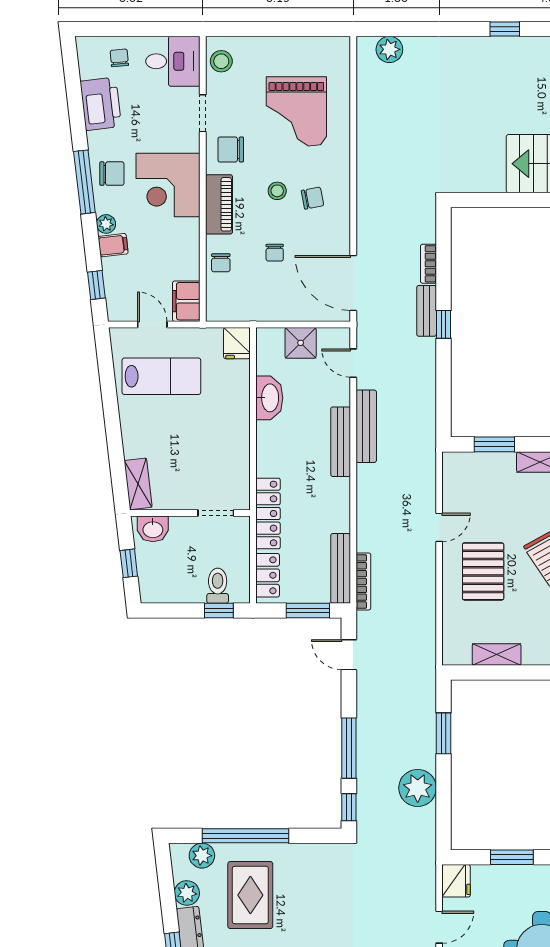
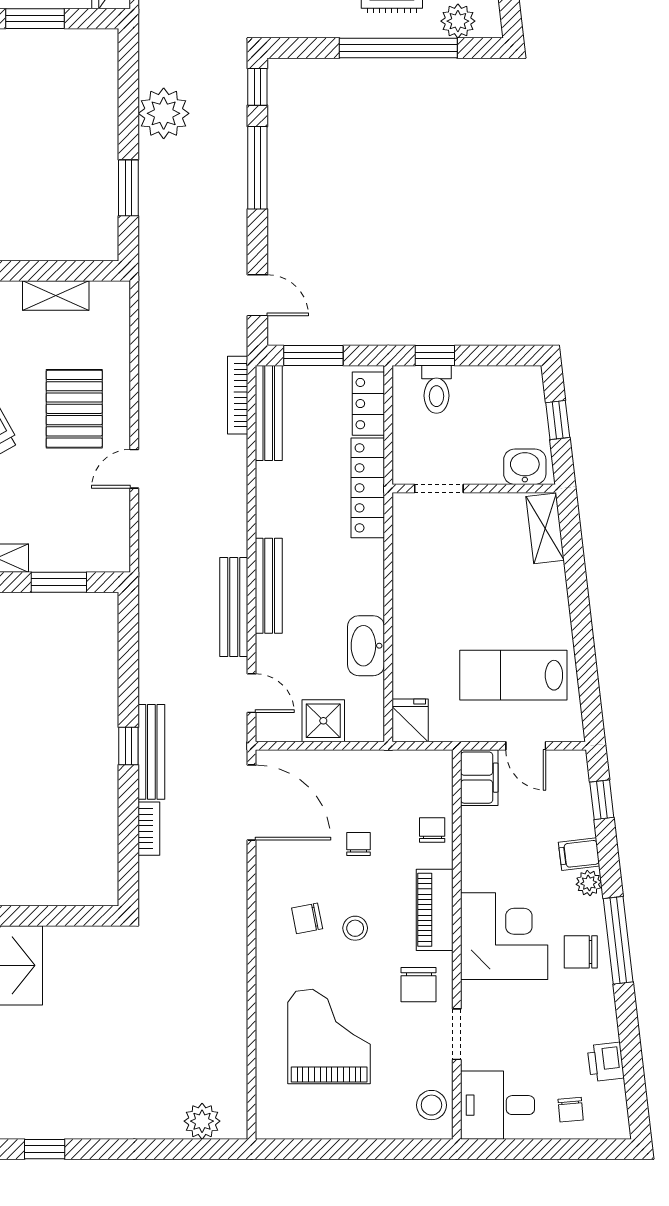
printer: (101, 104) -> (606, 1062), width x0.53, depth x0.68
chair: (231, 149) -> (419, 985), turned 90
bench: (427, 311) -> (151, 752), width x1.36

